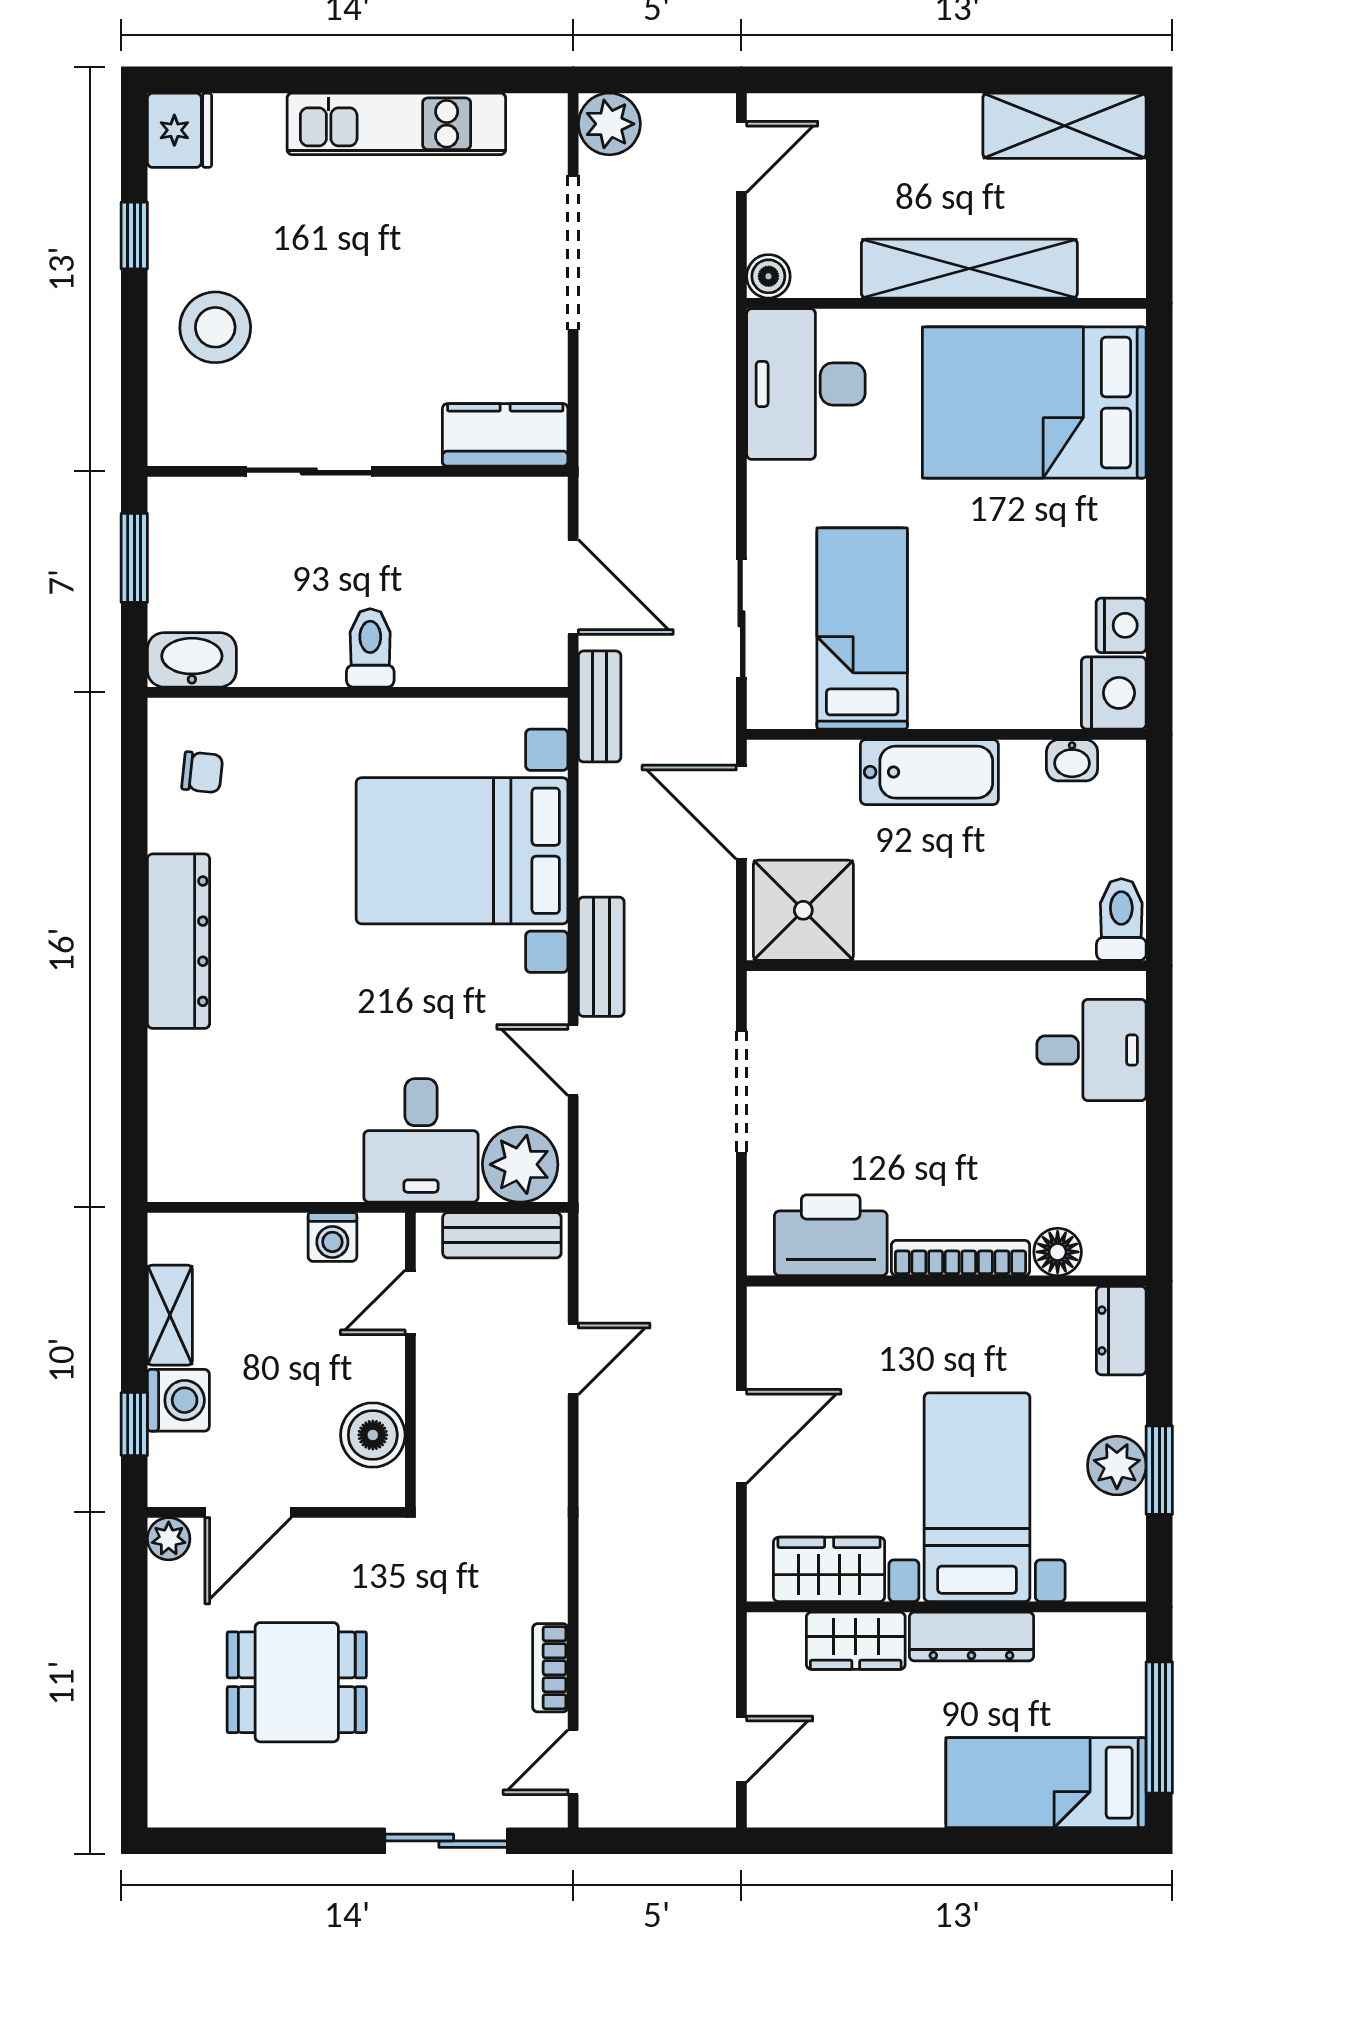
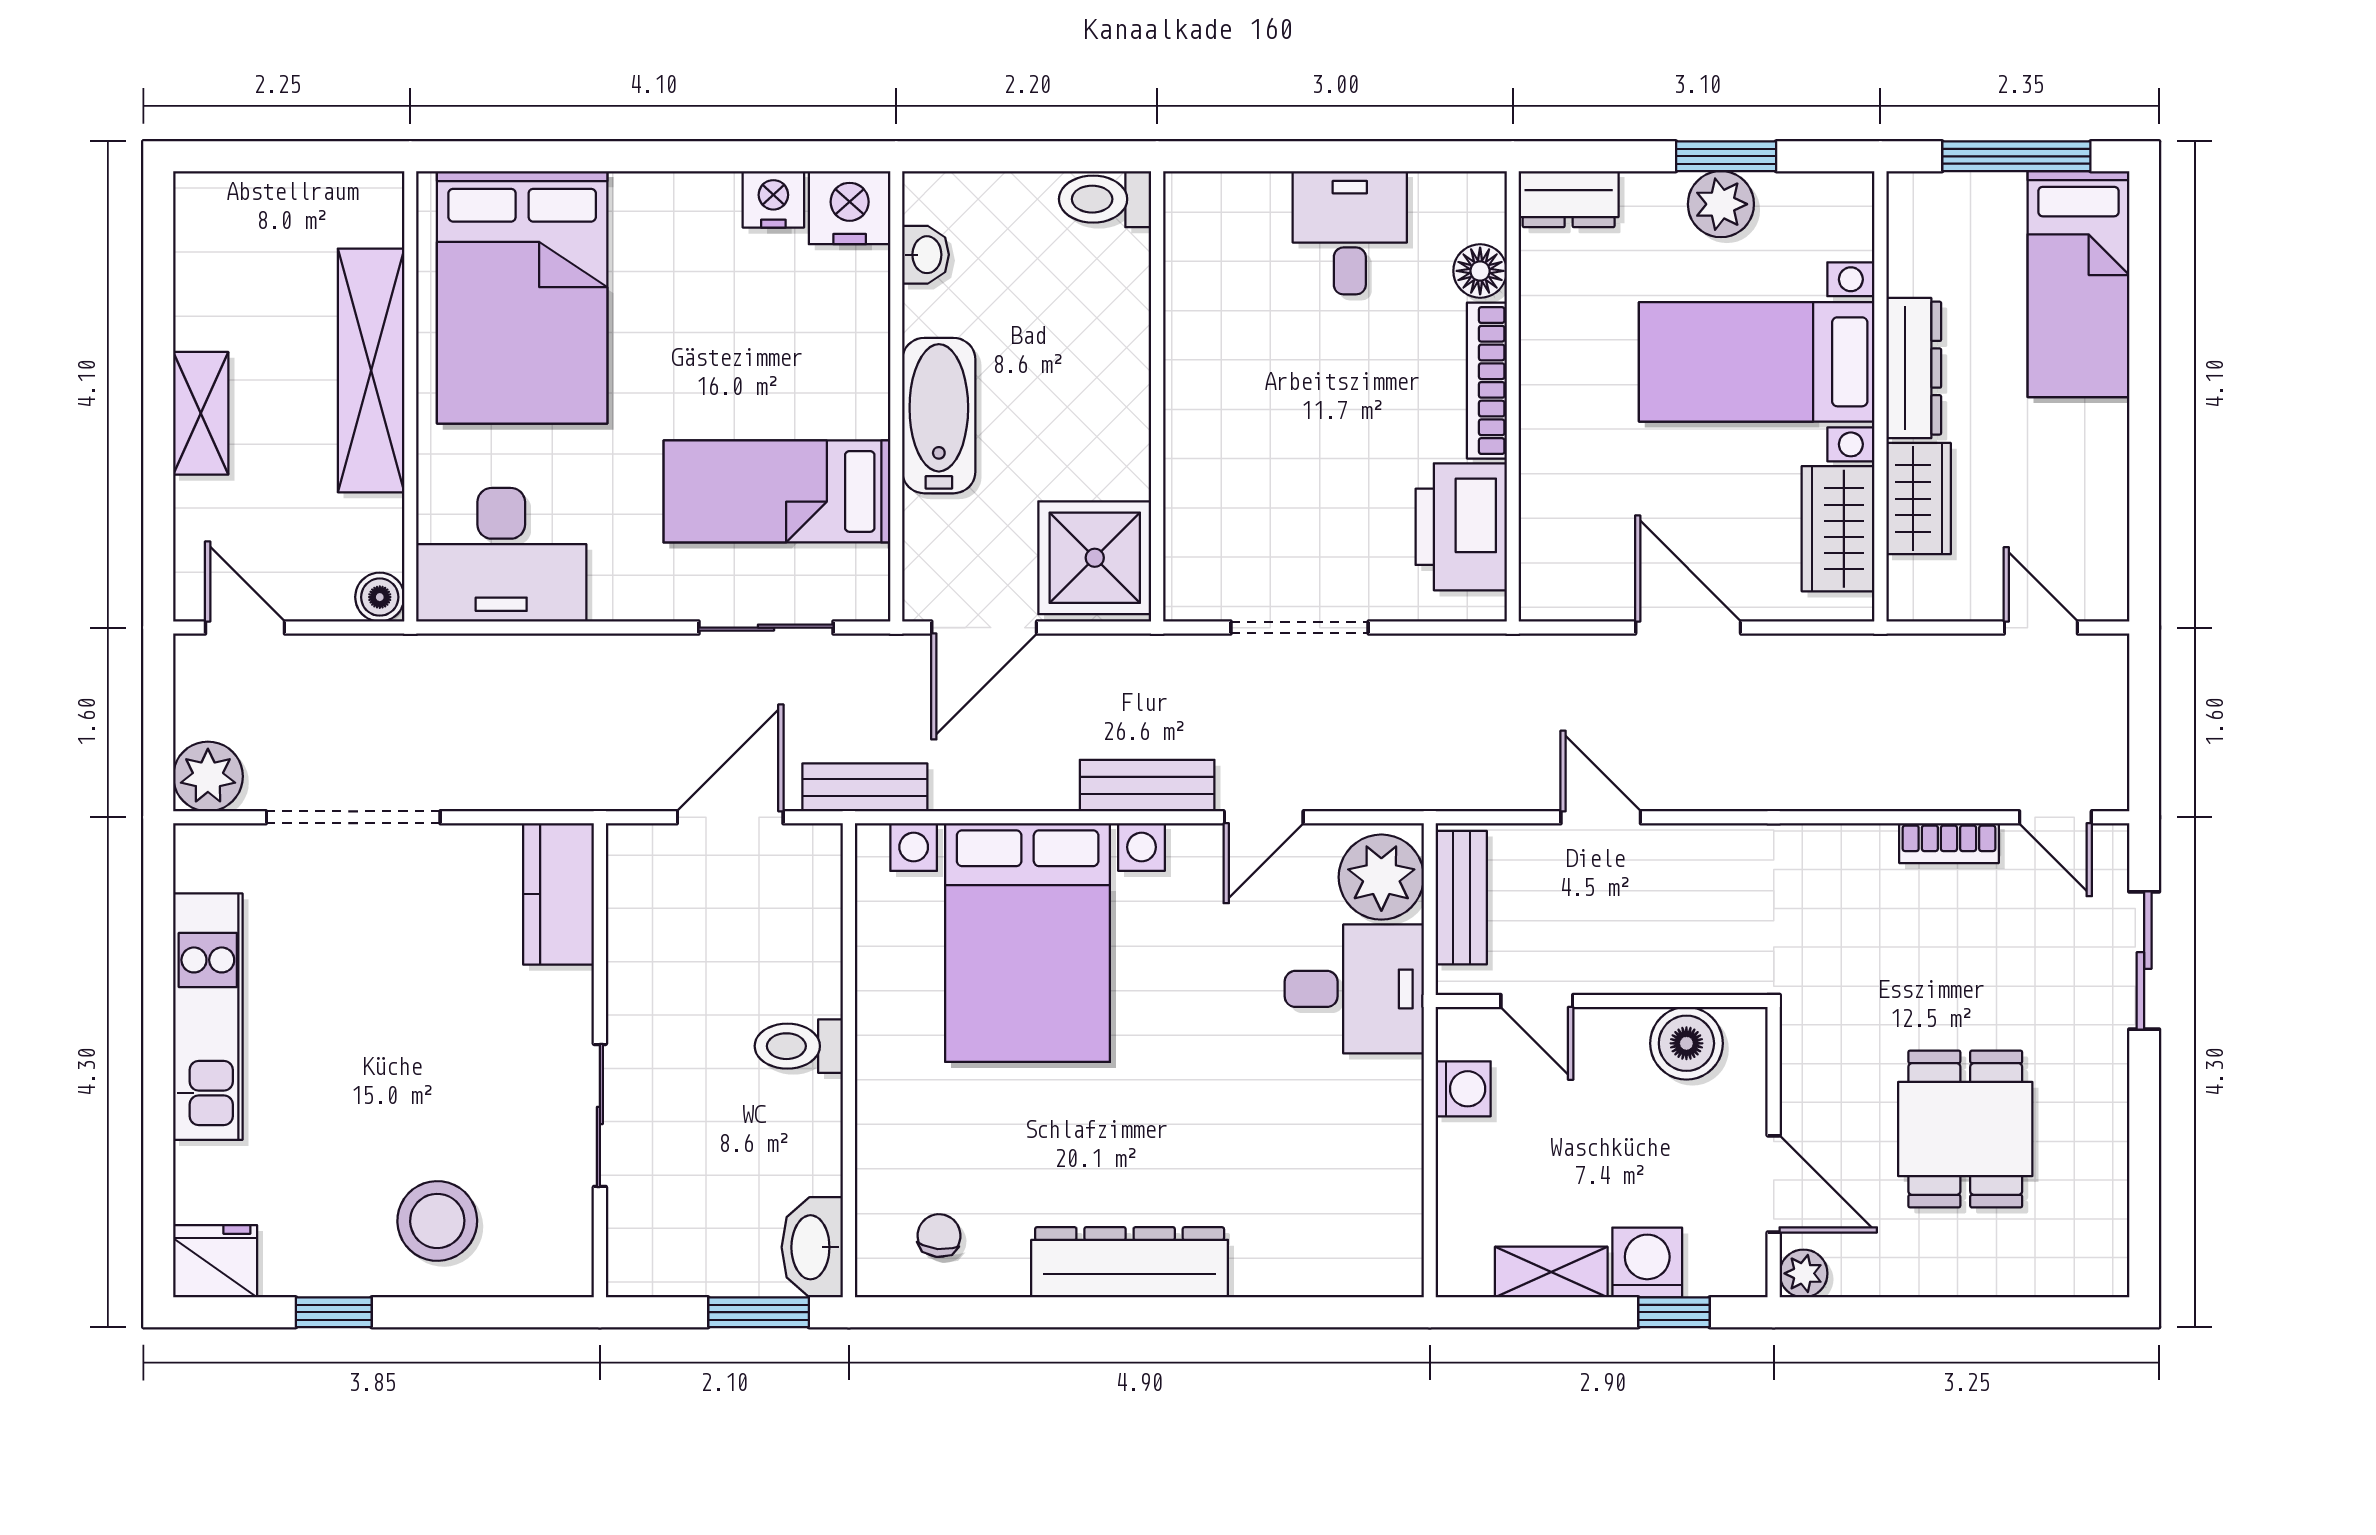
shelving: (1065, 126) -> (201, 413), moved, width x0.67, depth x0.75
window: (134, 558) -> (759, 1312), moved
desk: (1092, 1050) -> (1350, 233), moved

